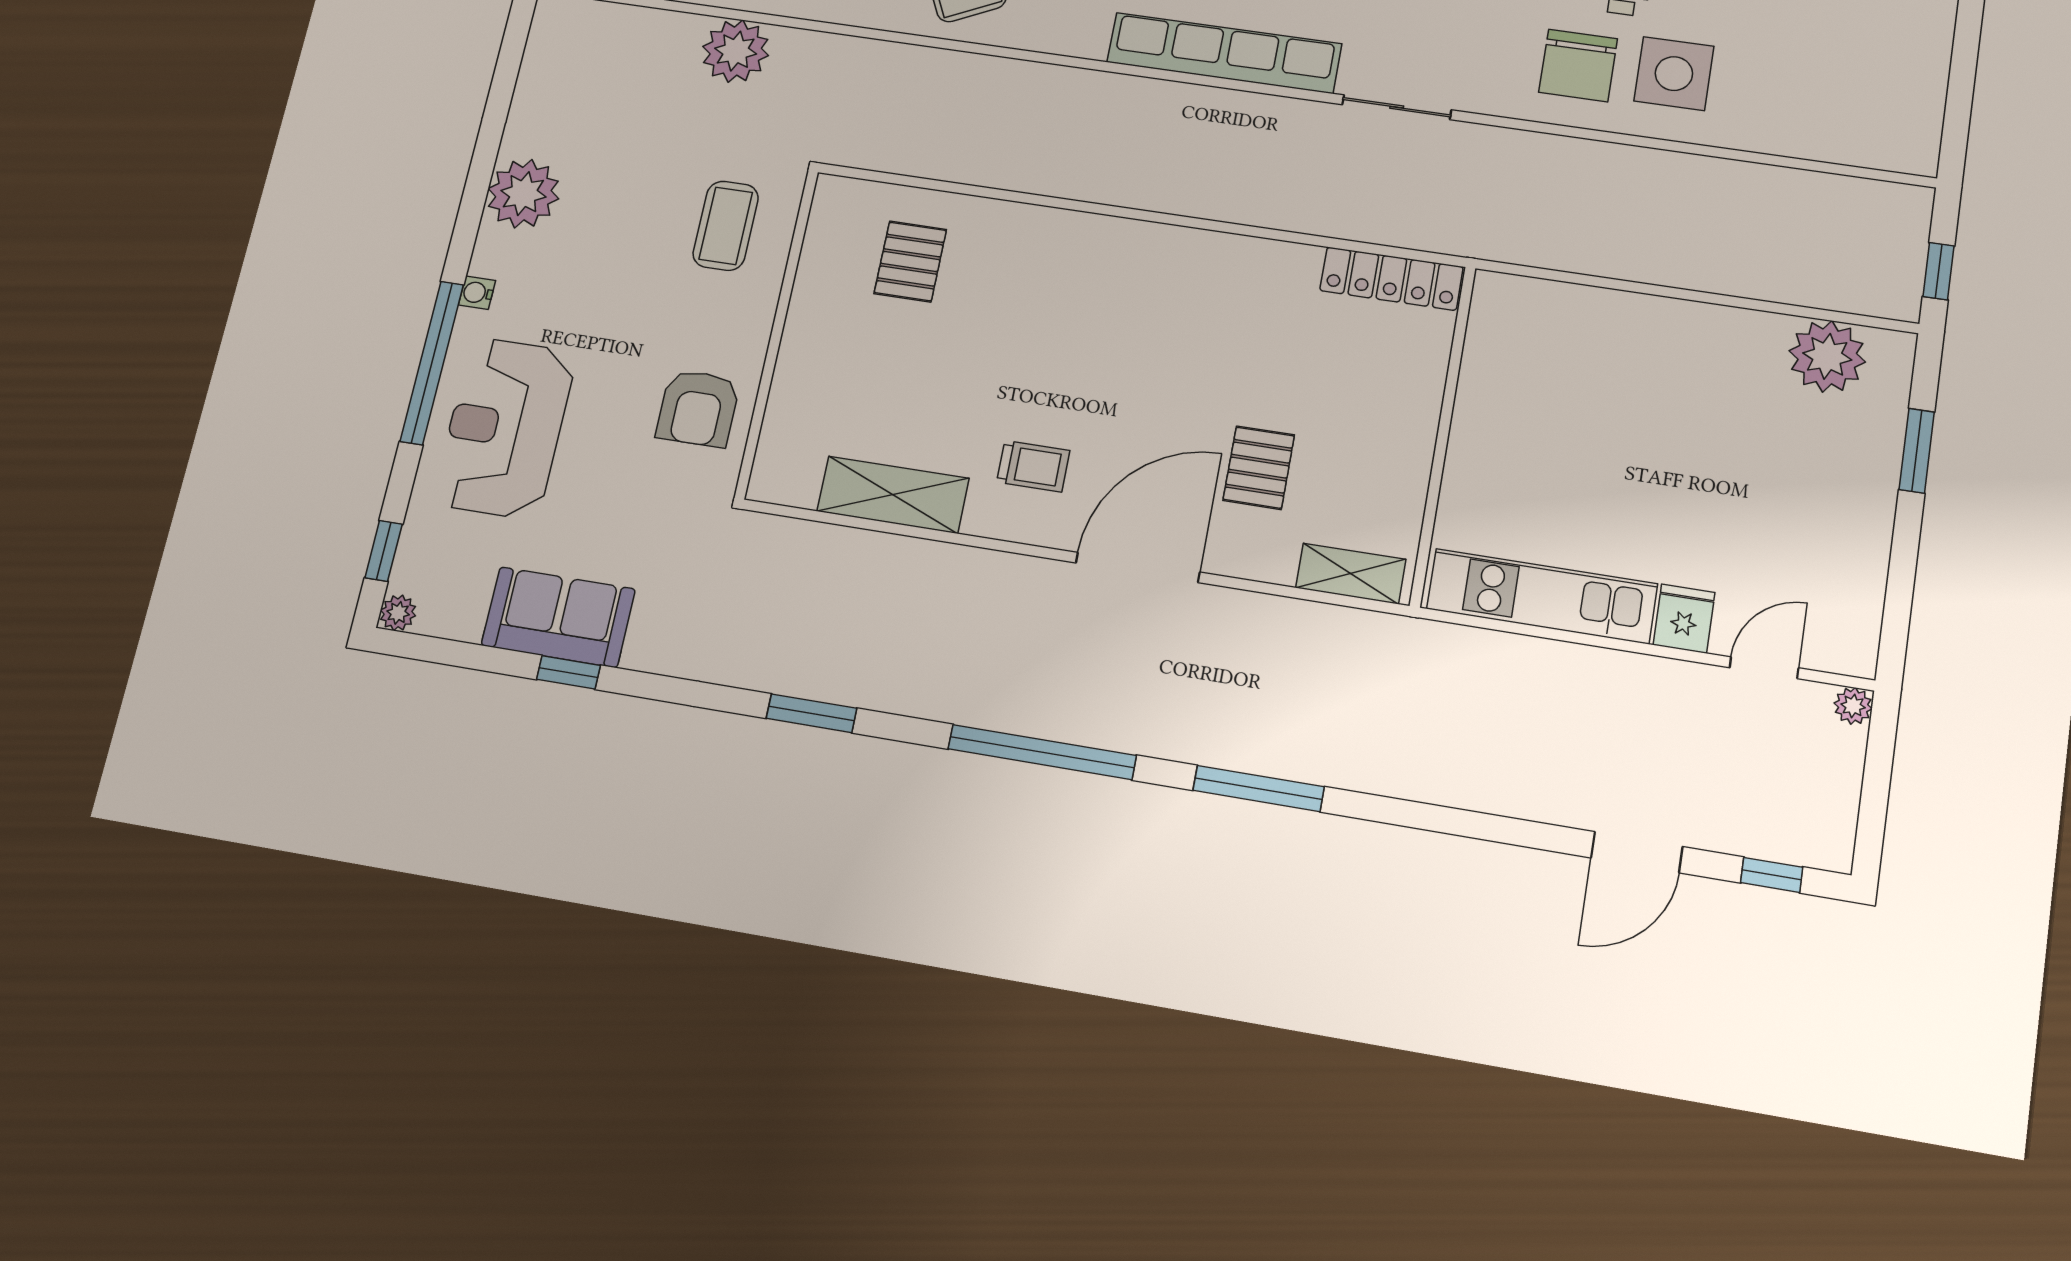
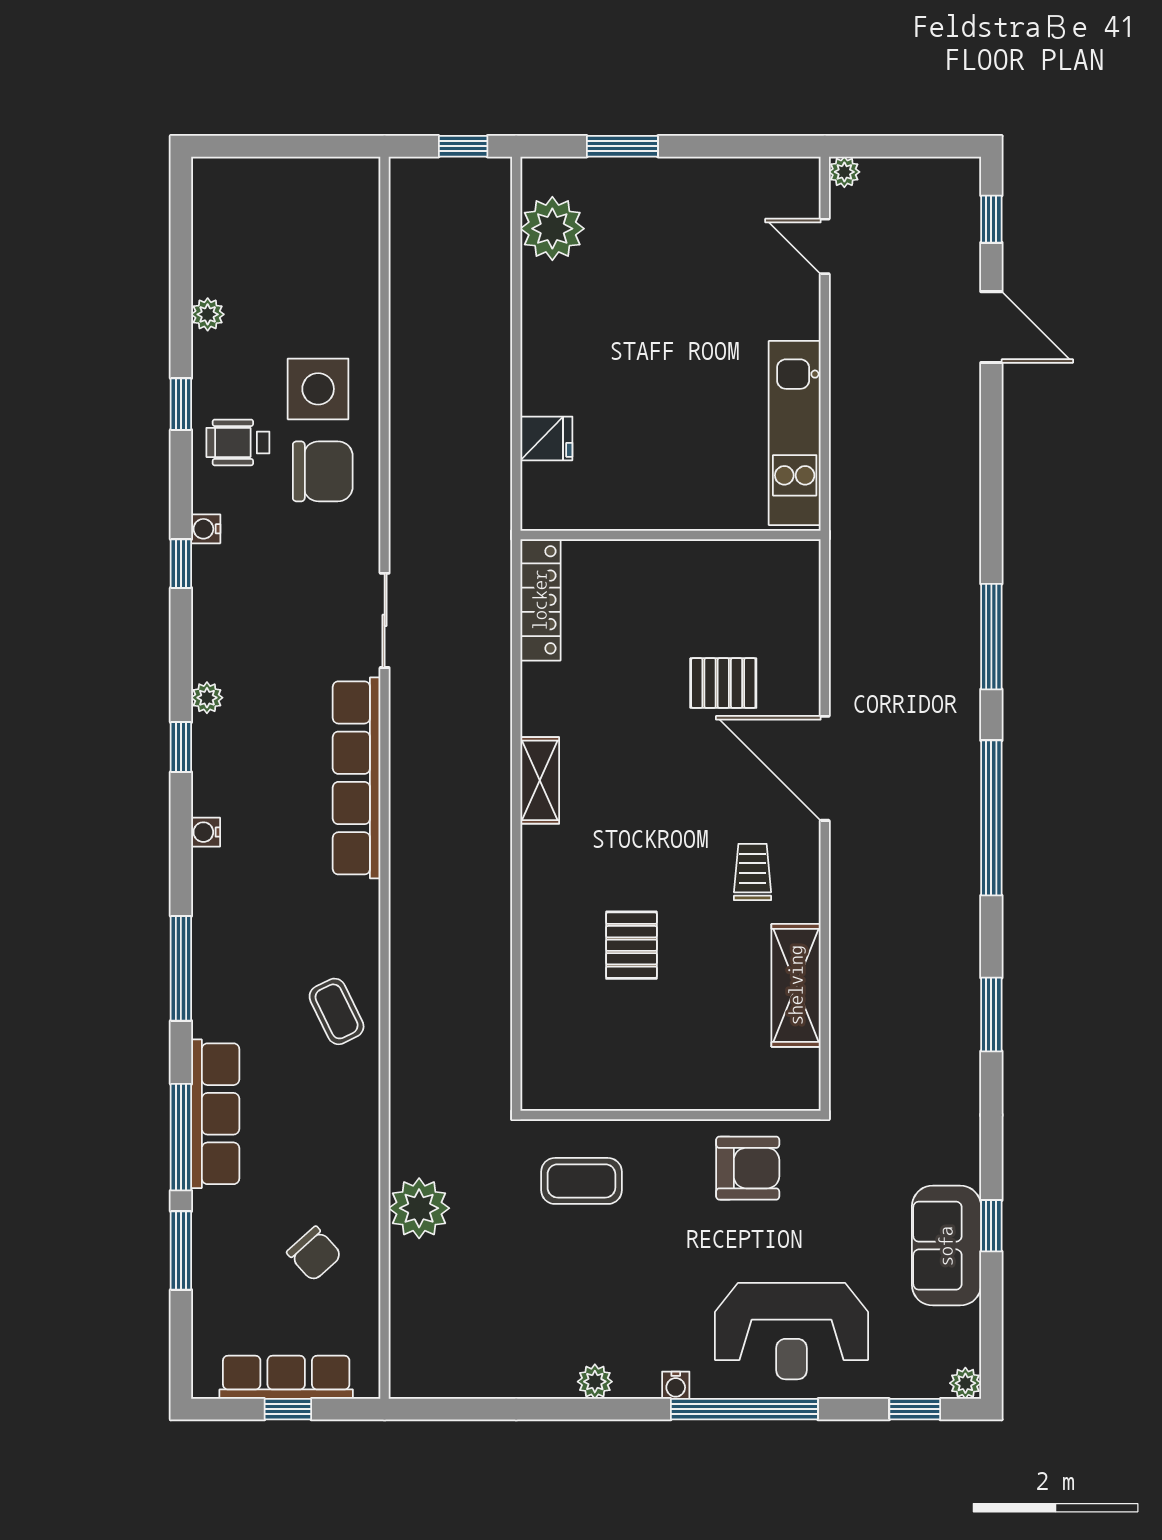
plant: (523, 194) -> (595, 1382), width x0.53, depth x0.53
pallet: (910, 261) -> (631, 945), moved, turned 90
shelving: (1351, 574) -> (540, 780), moved
fridge: (1684, 619) -> (546, 438), moved, turned 180

